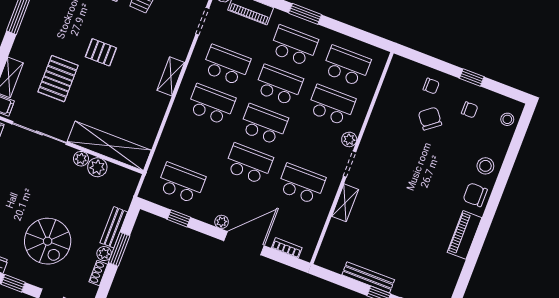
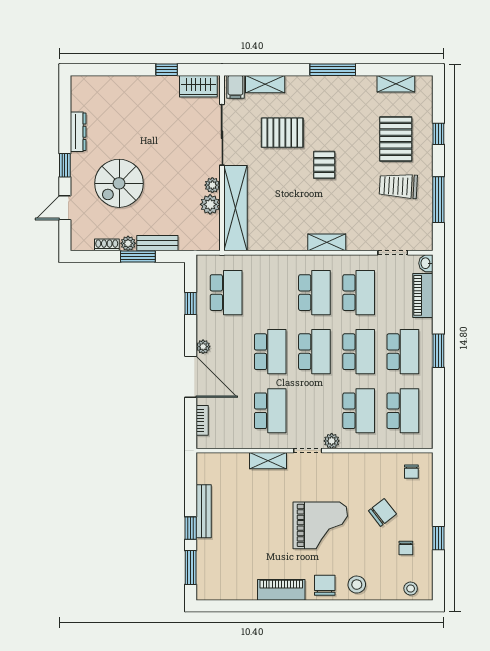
chair: (431, 86) -> (411, 472), moved
grand piano: (420, 178) -> (320, 525), added

